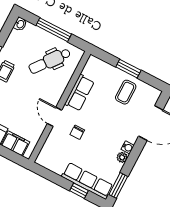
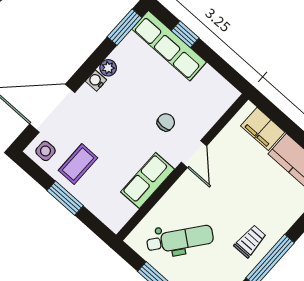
side table: (148, 95) -> (45, 151), added

